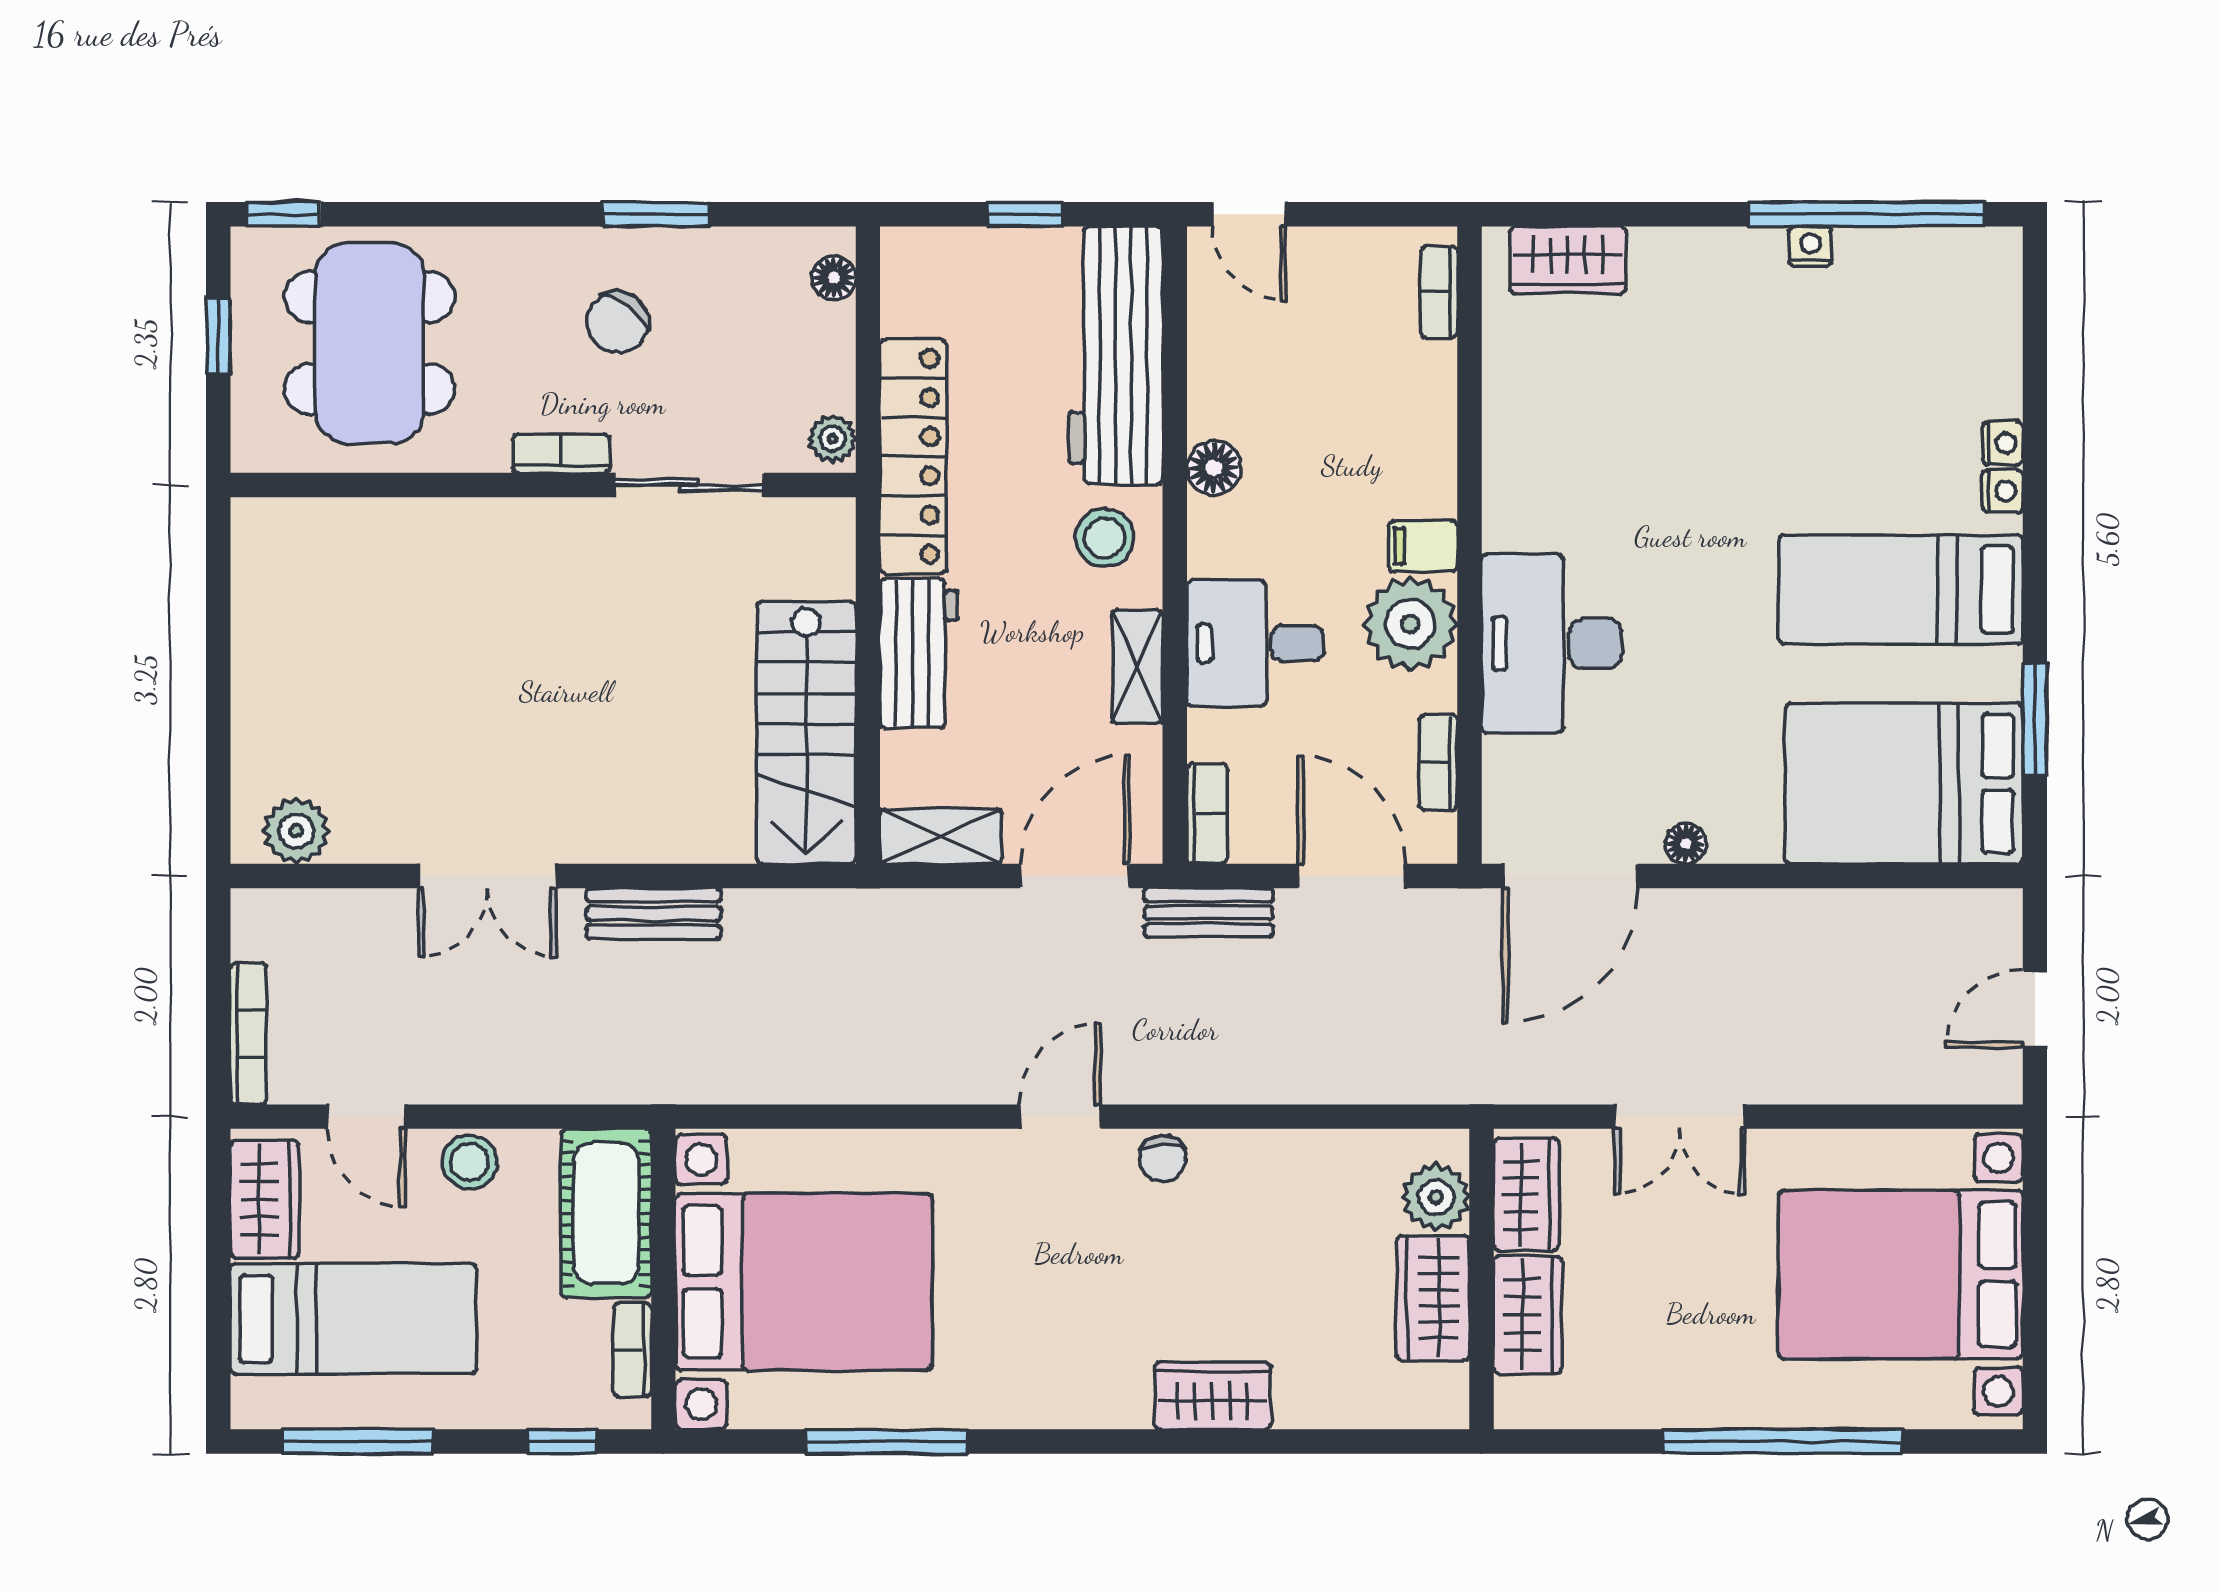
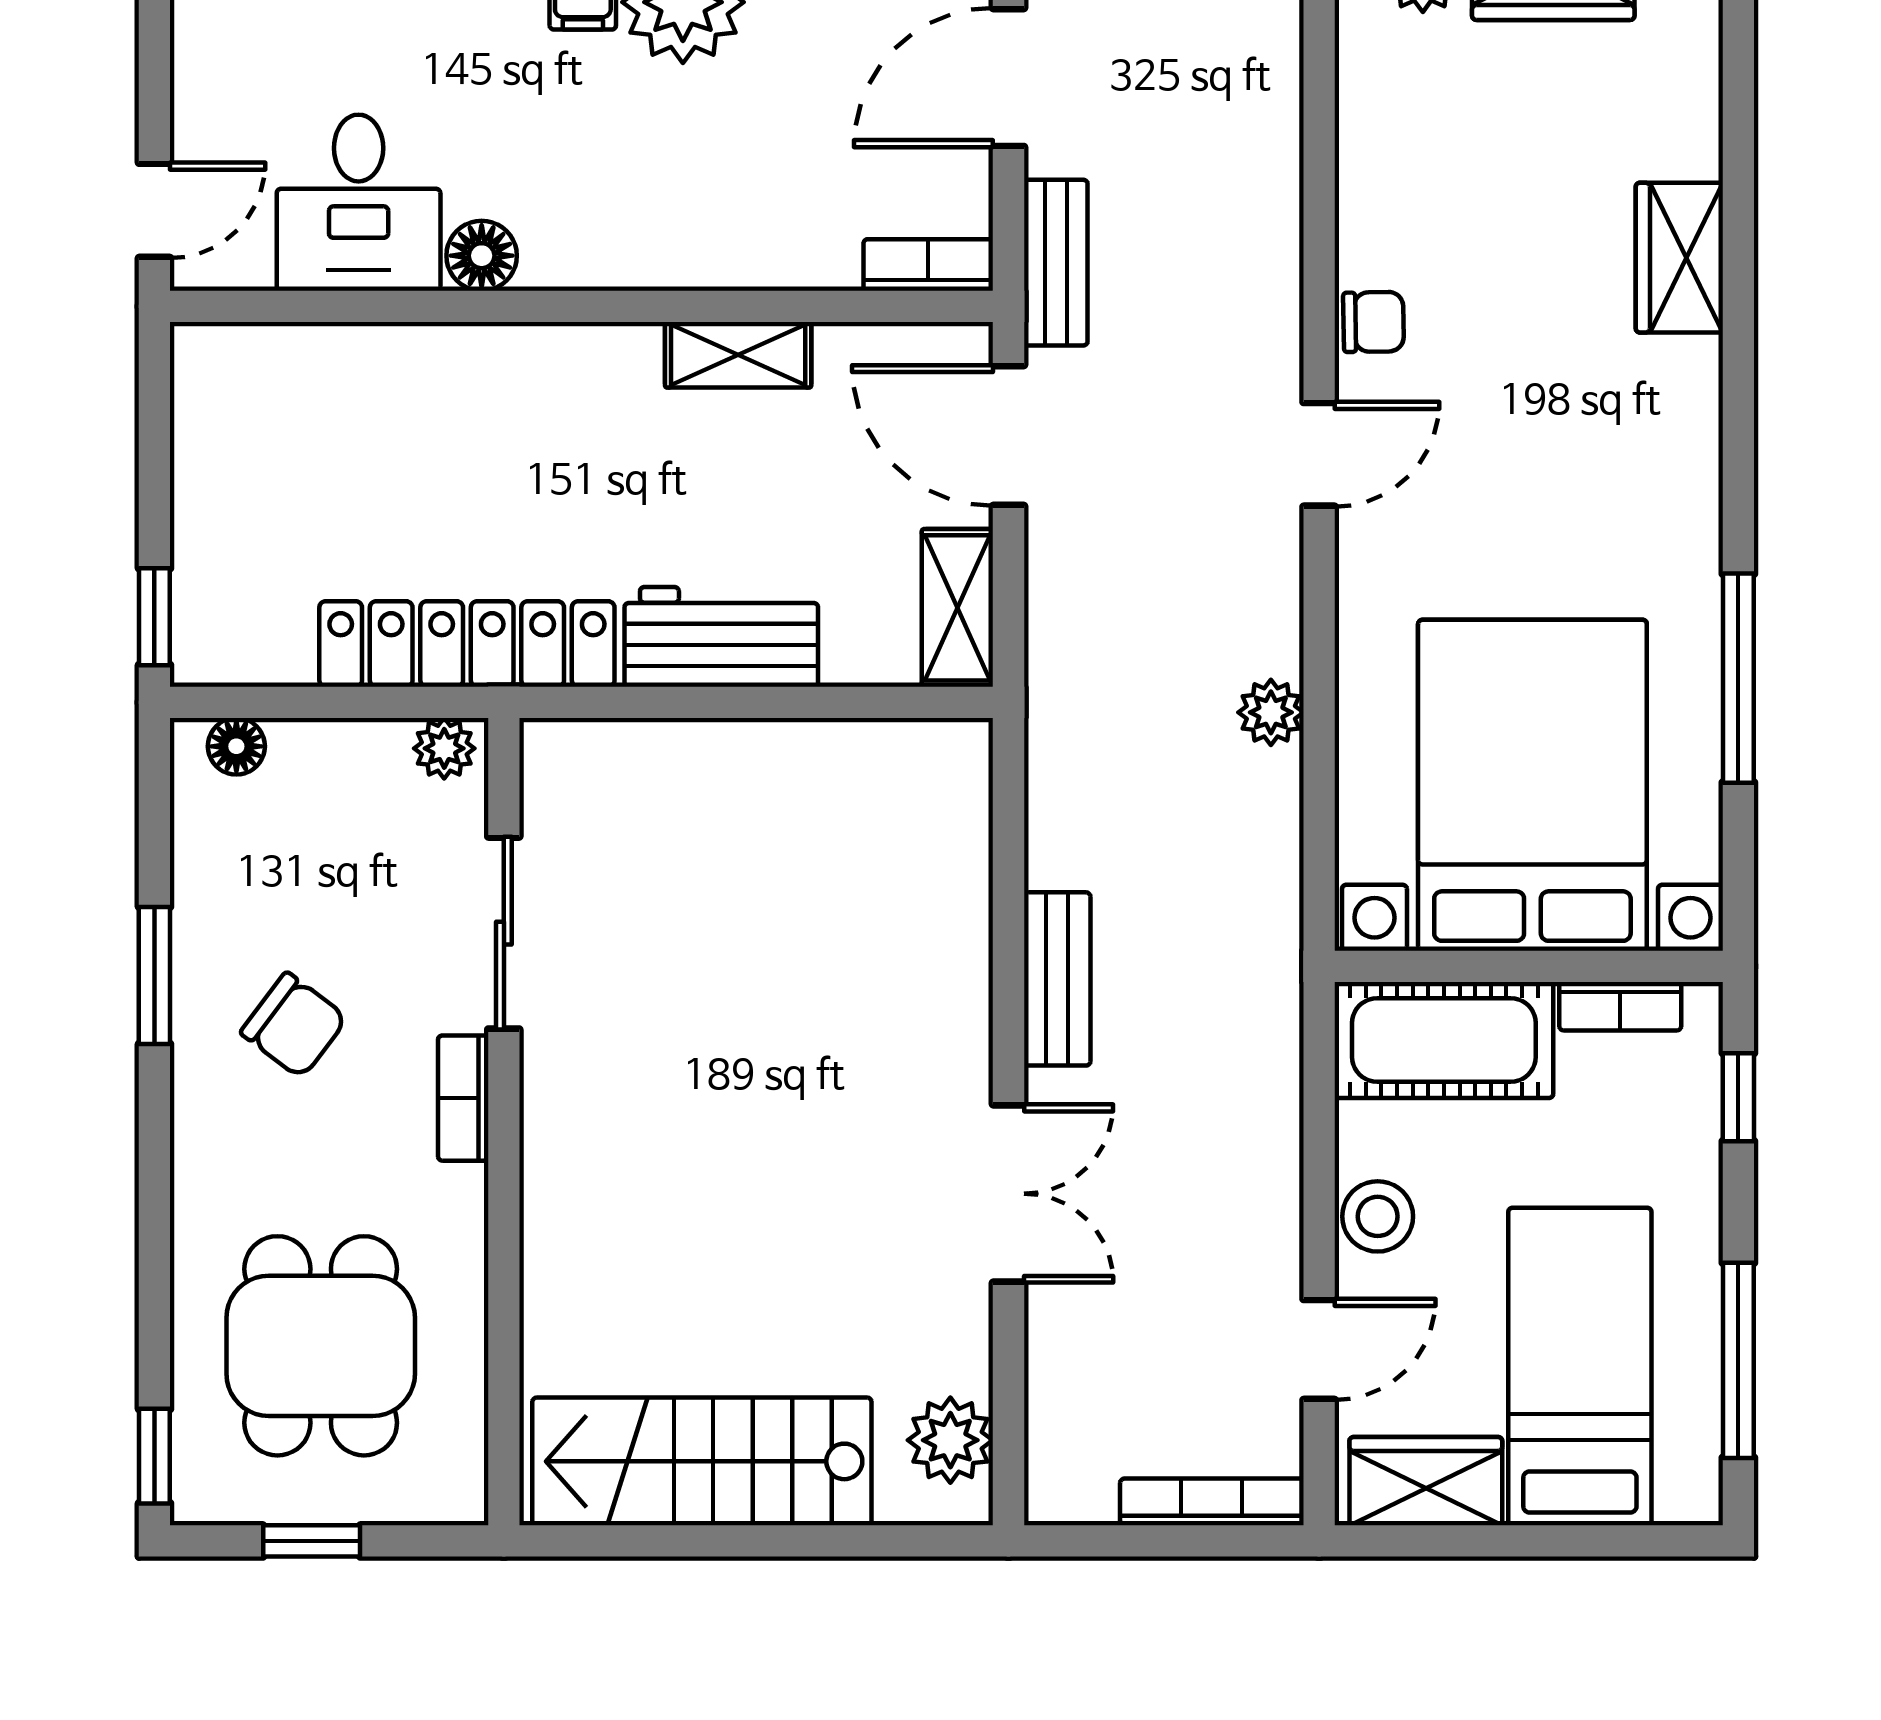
window: (1026, 214) -> (154, 617), moved
dining table: (369, 343) -> (321, 1346), width x0.73
workbench: (1116, 355) -> (336, 382), removed
stool: (1105, 538) -> (572, 397), removed
desk: (1255, 643) -> (359, 203), moved
stairs: (806, 733) -> (702, 1461), moved, turned 180
plant: (860, 1079) -> (1271, 712), added
door: (1060, 1117) -> (1319, 454), swing flipped

